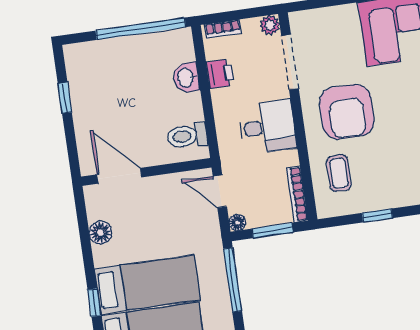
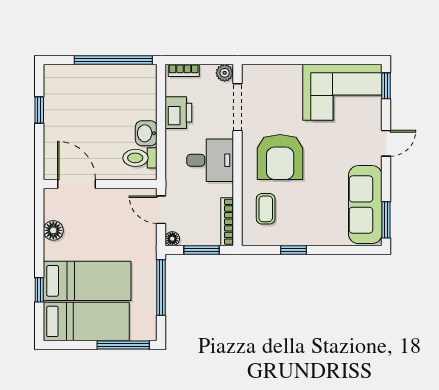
printer: (220, 74) -> (178, 113), width x1.36, depth x1.24
washbasin: (186, 78) -> (146, 133), moved

